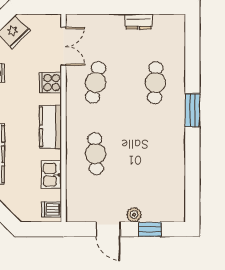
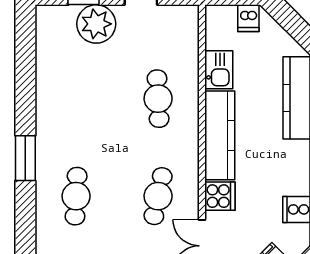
kitchen counter: (51, 127) -> (220, 135), width x1.50
dishwasher: (51, 209) -> (248, 18), moved, turned 90
plant: (134, 215) -> (96, 24), width x1.87, depth x1.87

